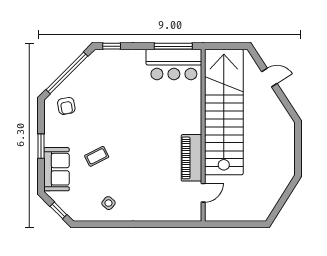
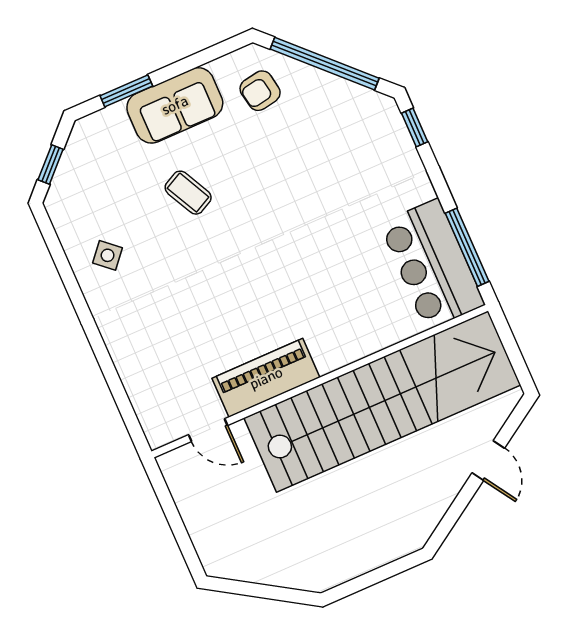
window: (41, 146) -> (126, 91), moved
sofa: (56, 169) -> (175, 105), moved

